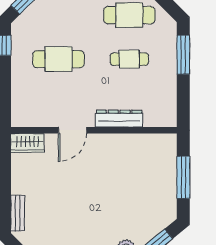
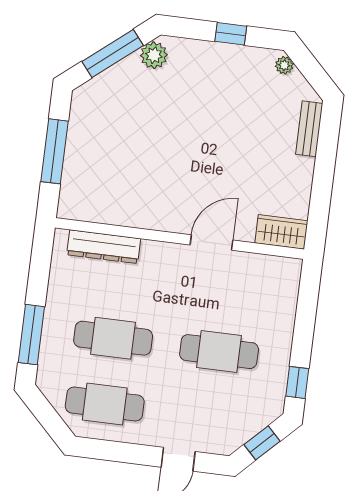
cafe table: (129, 59) -> (113, 338), width x1.37, depth x1.35
dresser: (119, 119) -> (104, 247), moved

